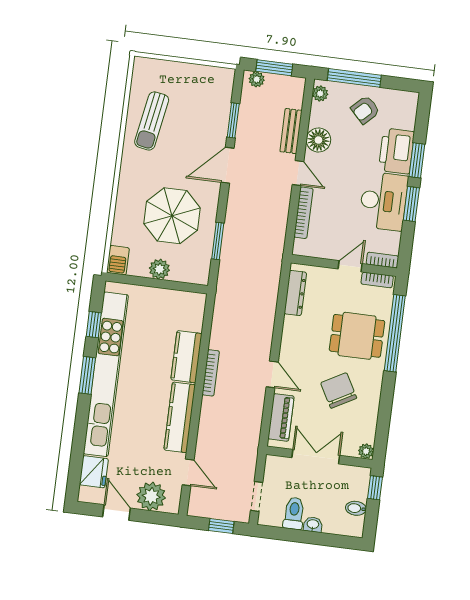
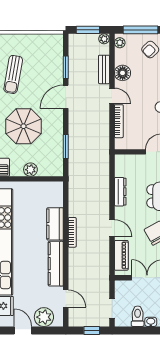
plant: (257, 79) -> (104, 39), moved
parasol: (172, 216) -> (23, 126), moved
dresser: (295, 293) -> (120, 192), moved

